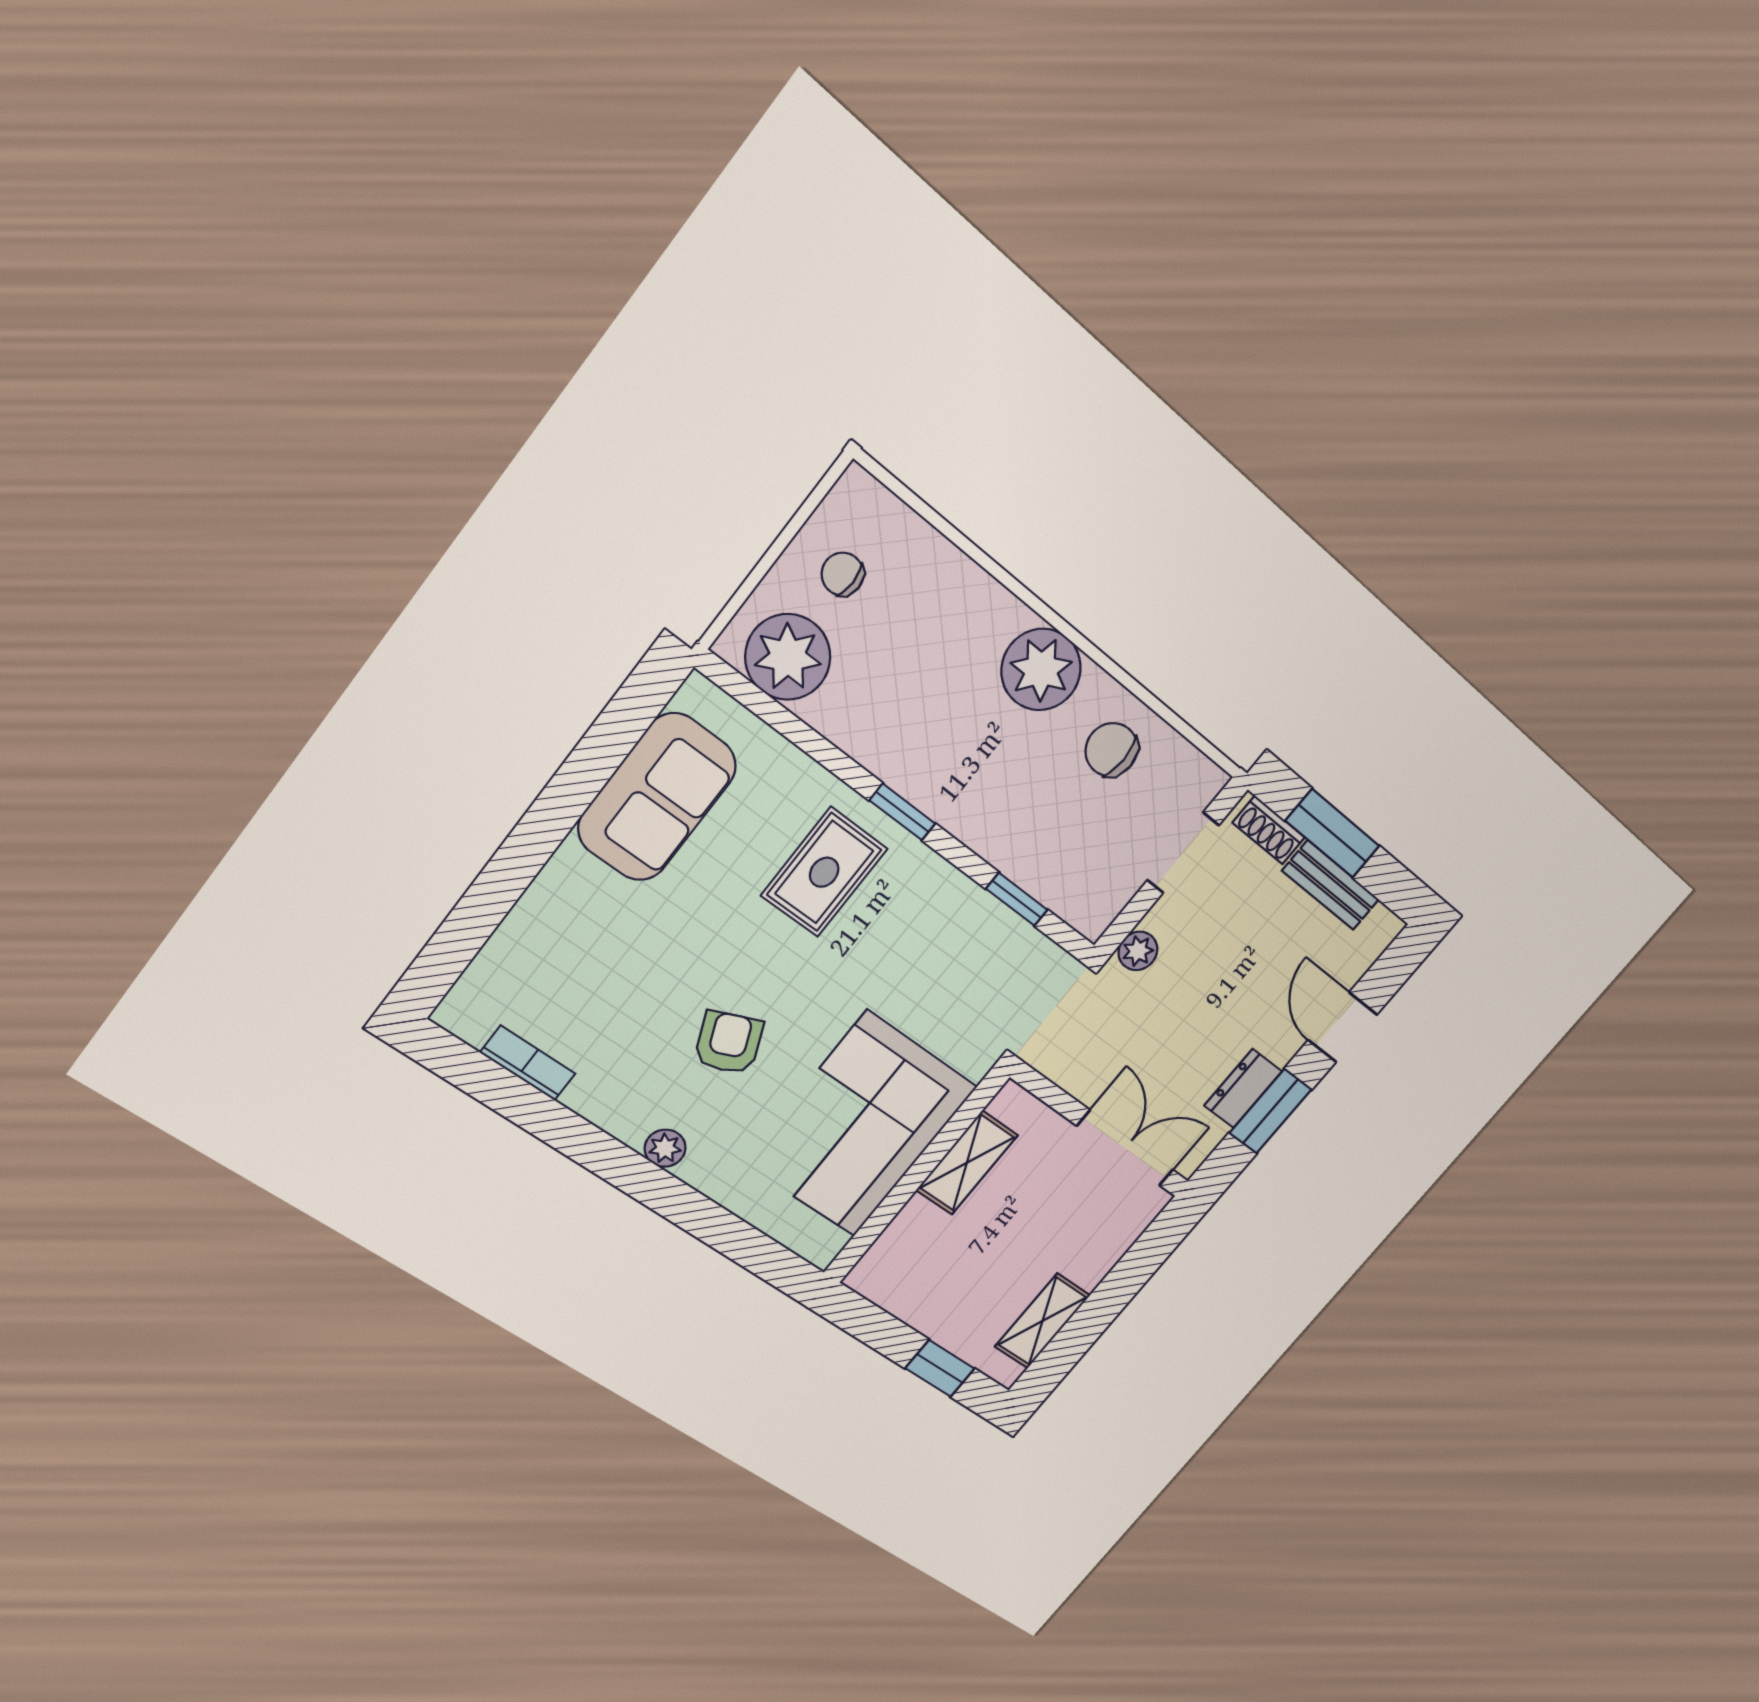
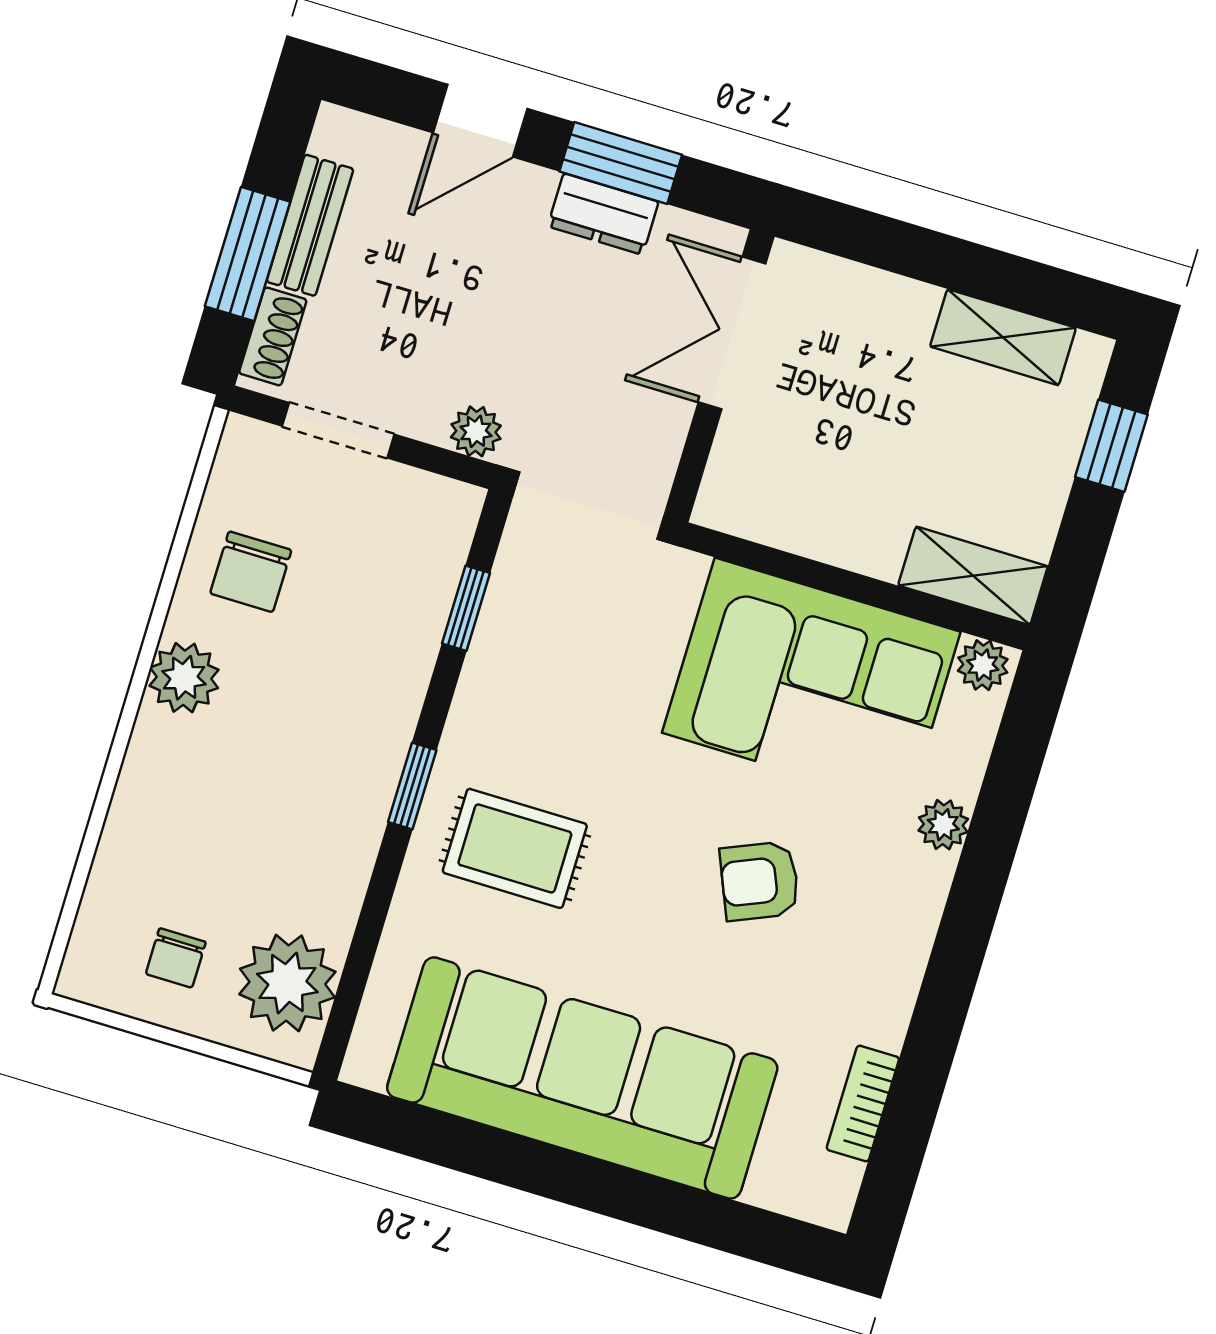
plant: (1041, 670) -> (184, 678), width x0.73, depth x0.73
sofa: (657, 797) -> (582, 1078), width x1.85, depth x1.27
plant: (665, 1148) -> (943, 825), moved
shelving: (967, 1163) -> (973, 576), moved
plant: (824, 1244) -> (983, 665), added

